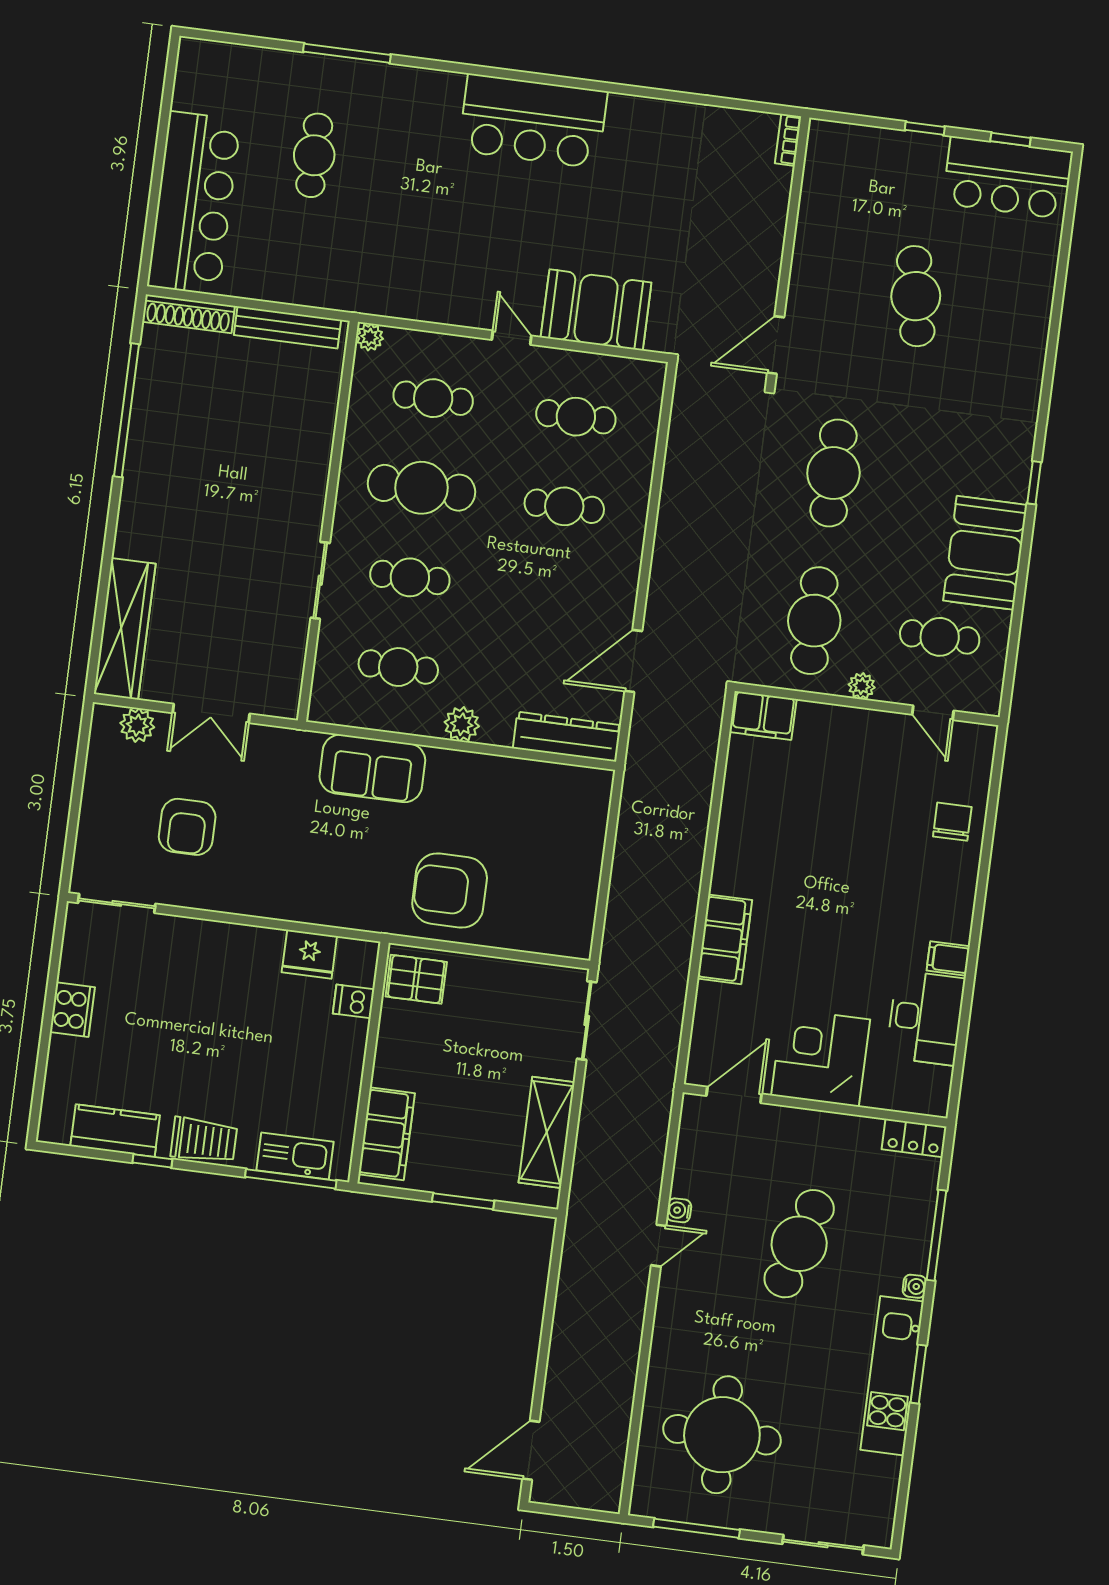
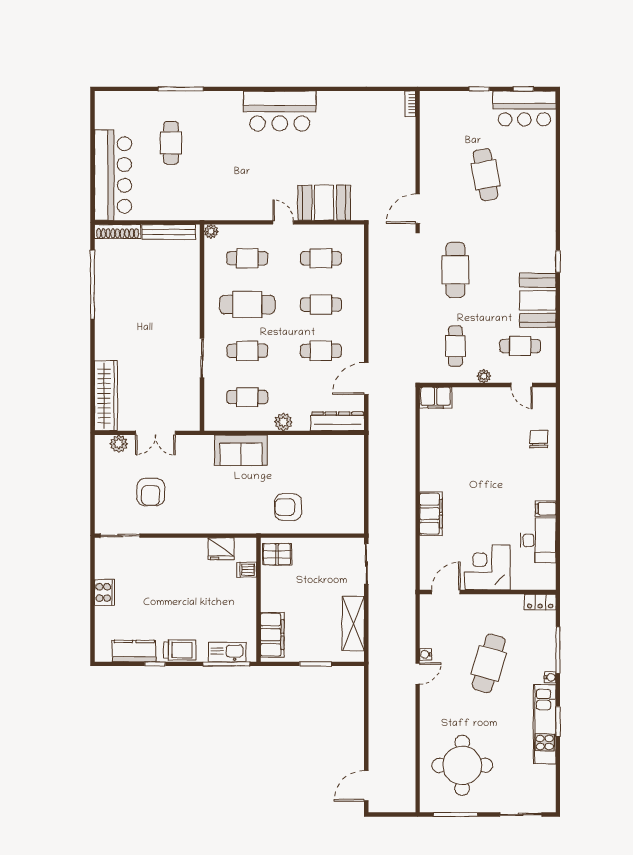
cafe table: (553, 596) -> (321, 351), added
cafe table: (814, 621) -> (455, 346), width x0.73, depth x0.74
armchair: (450, 891) -> (288, 507), width x0.73, depth x0.73

